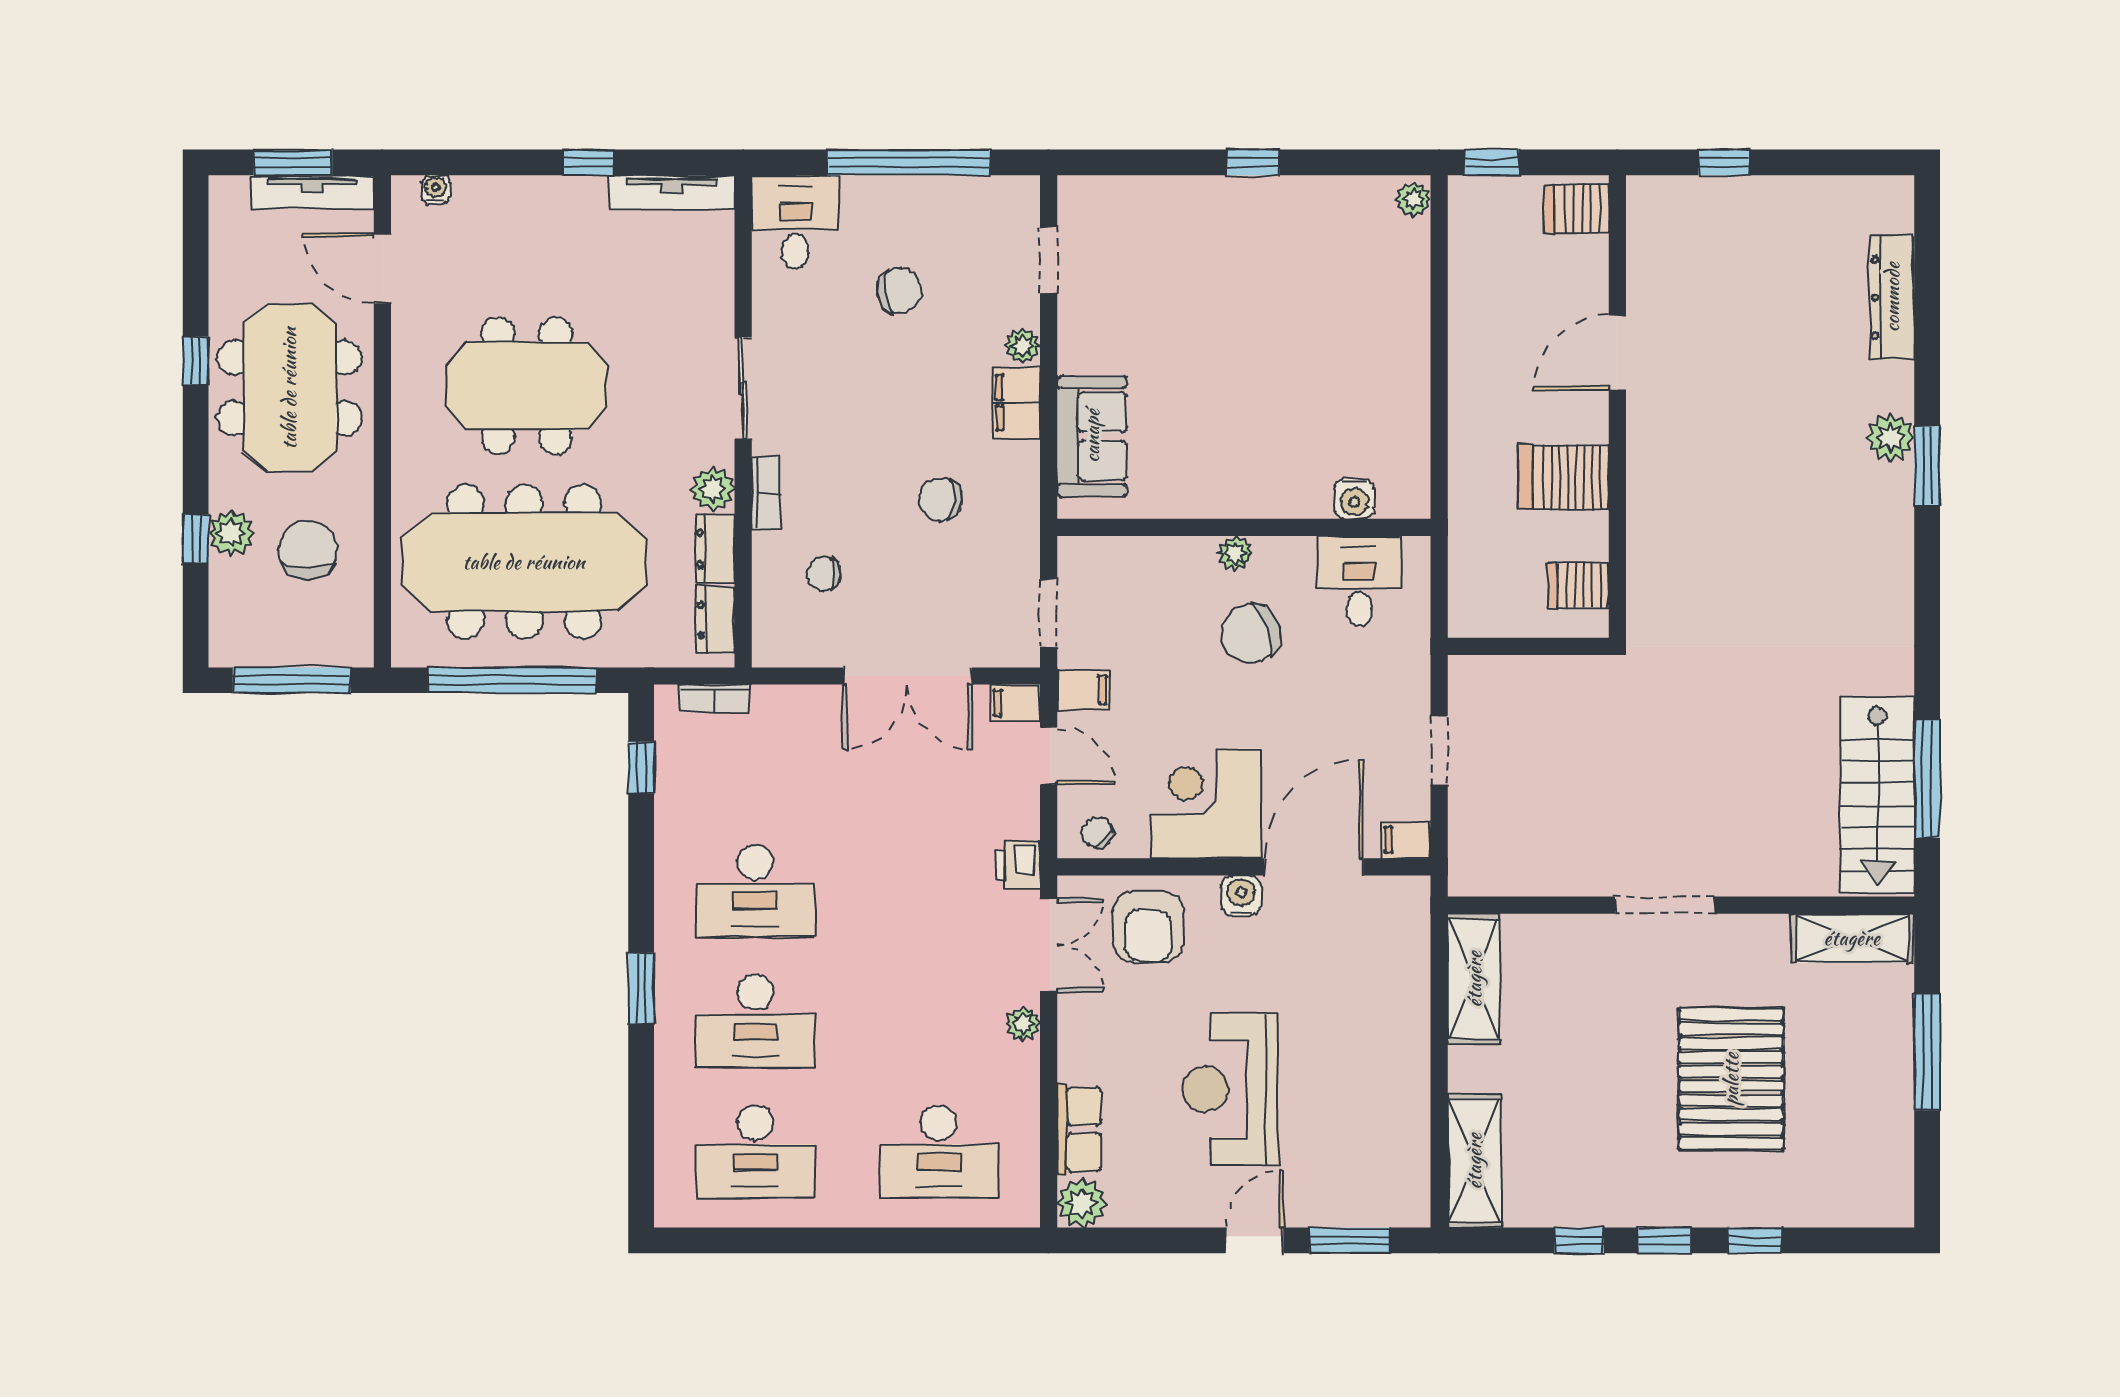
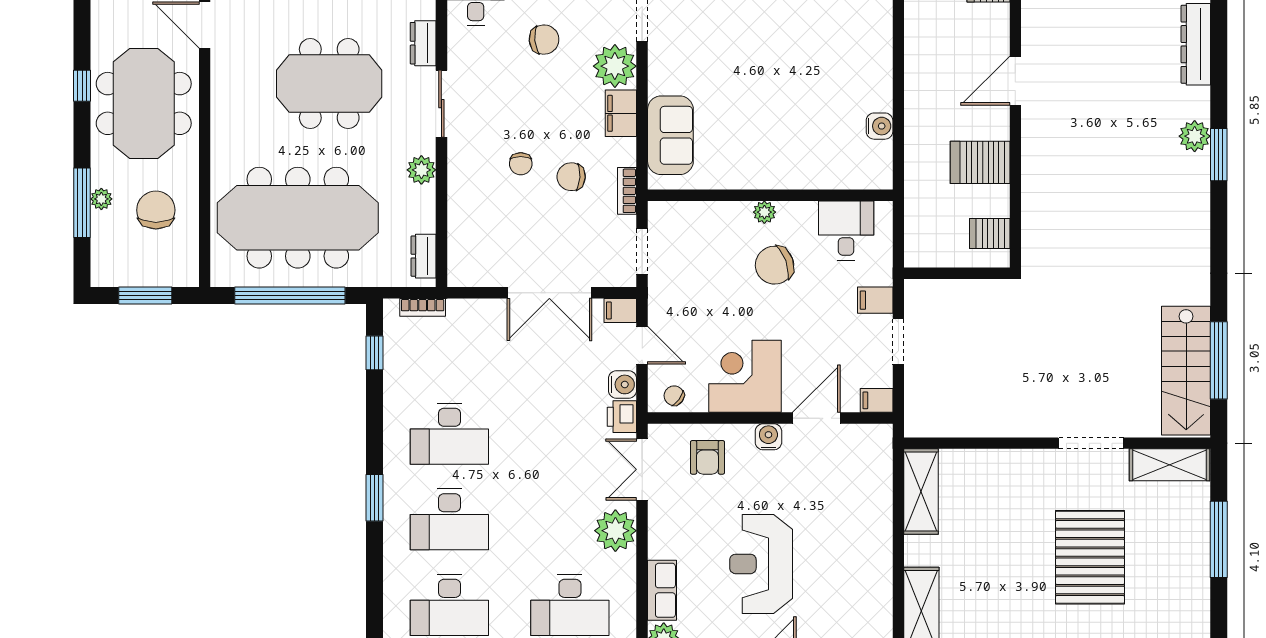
plant: (1022, 346) -> (615, 66), width x1.87, depth x1.87
meeting table: (527, 386) -> (329, 84), moved
bookcase: (766, 493) -> (627, 191), moved, turned 180
water cooler: (1354, 499) -> (880, 126), moved, turned -90
plant: (231, 533) -> (101, 199), width x0.73, depth x0.73
window: (196, 539) -> (82, 203), width x2.17
dresser: (715, 549) -> (423, 43), moved
chair: (824, 574) -> (521, 164), moved, turned -90
window: (292, 680) -> (145, 295), width x0.69
filing cabinet: (1084, 690) -> (875, 300), moved, turned 180
water cooler: (1019, 816) -> (622, 384), added
door: (1314, 867) -> (816, 418), width x0.73
doorway: (1665, 905) -> (1091, 443), moved
armchair: (1148, 927) -> (707, 457), width x0.72, depth x0.72
double door: (1049, 945) -> (642, 469), swing flipped
plant: (1023, 1024) -> (615, 531), width x1.87, depth x1.87

